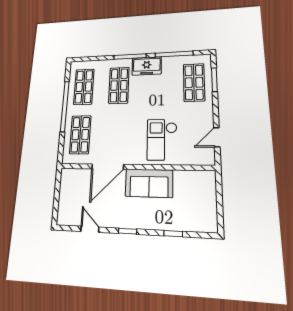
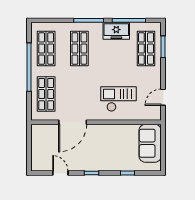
freezer: (147, 66) -> (116, 31), moved
checkout: (162, 140) -> (118, 99), turned 90
sofa: (149, 183) -> (150, 143), moved, turned 90

